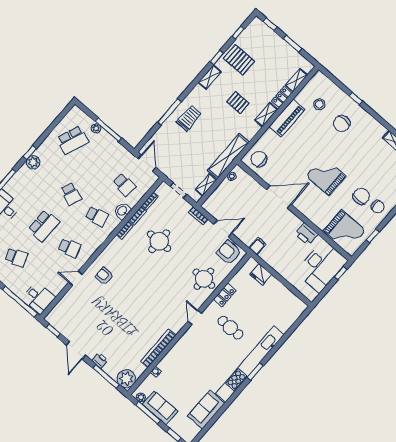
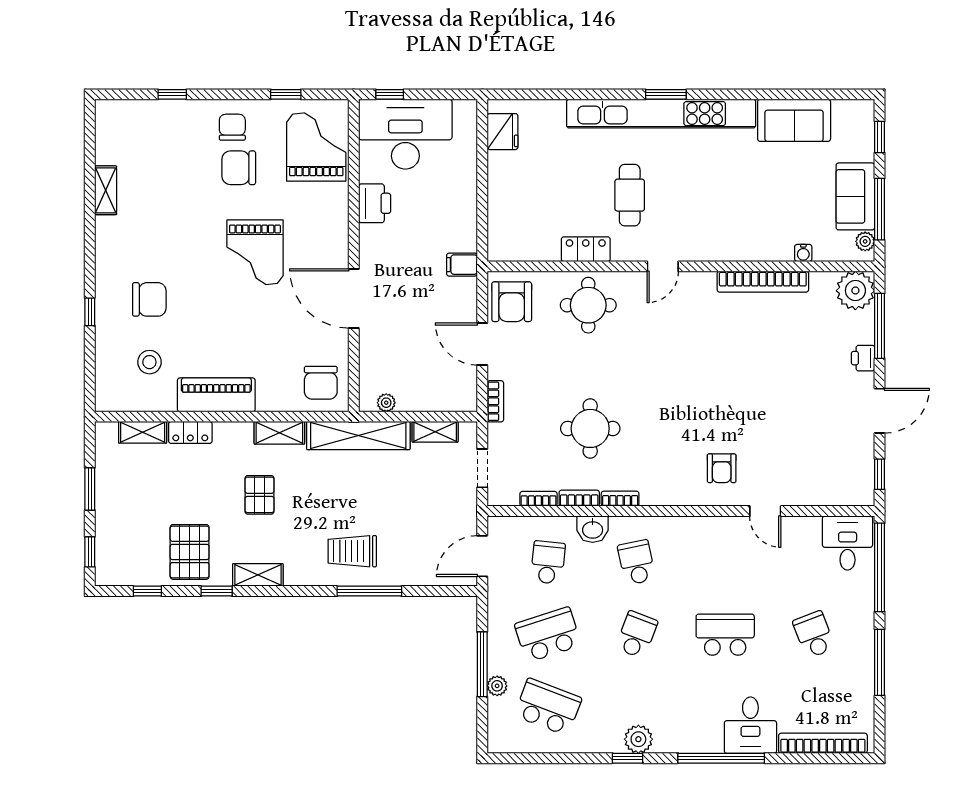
shelving: (266, 115) -> (279, 433), moved
school desk: (70, 248) -> (548, 635), moved, width x1.85
fridge: (261, 274) -> (503, 132), moved

